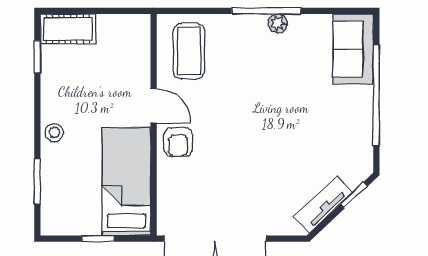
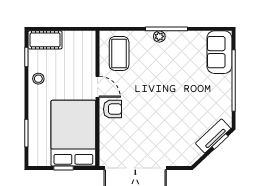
plant: (278, 23) -> (159, 36), moved
stool: (54, 133) -> (38, 79), moved
armchair: (178, 142) -> (112, 109), turned -90
bed: (126, 182) -> (73, 133), width x1.50
tv unit: (323, 205) -> (213, 136), moved

